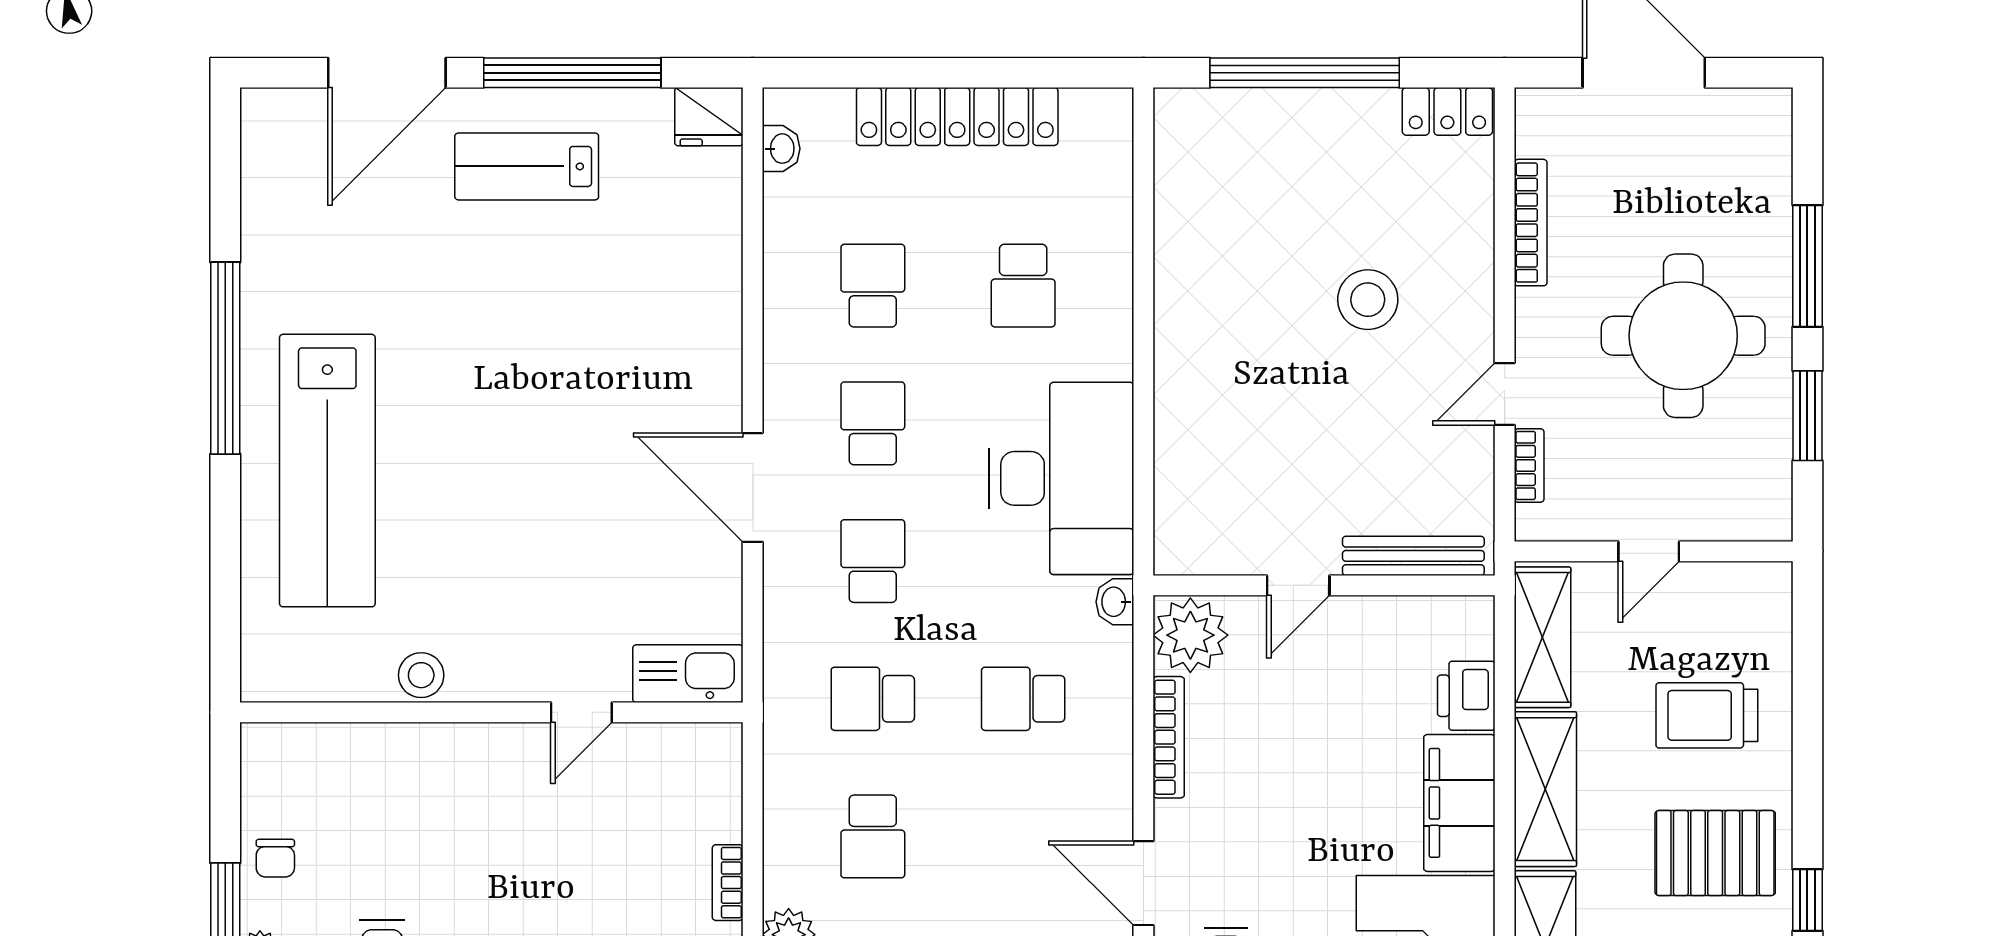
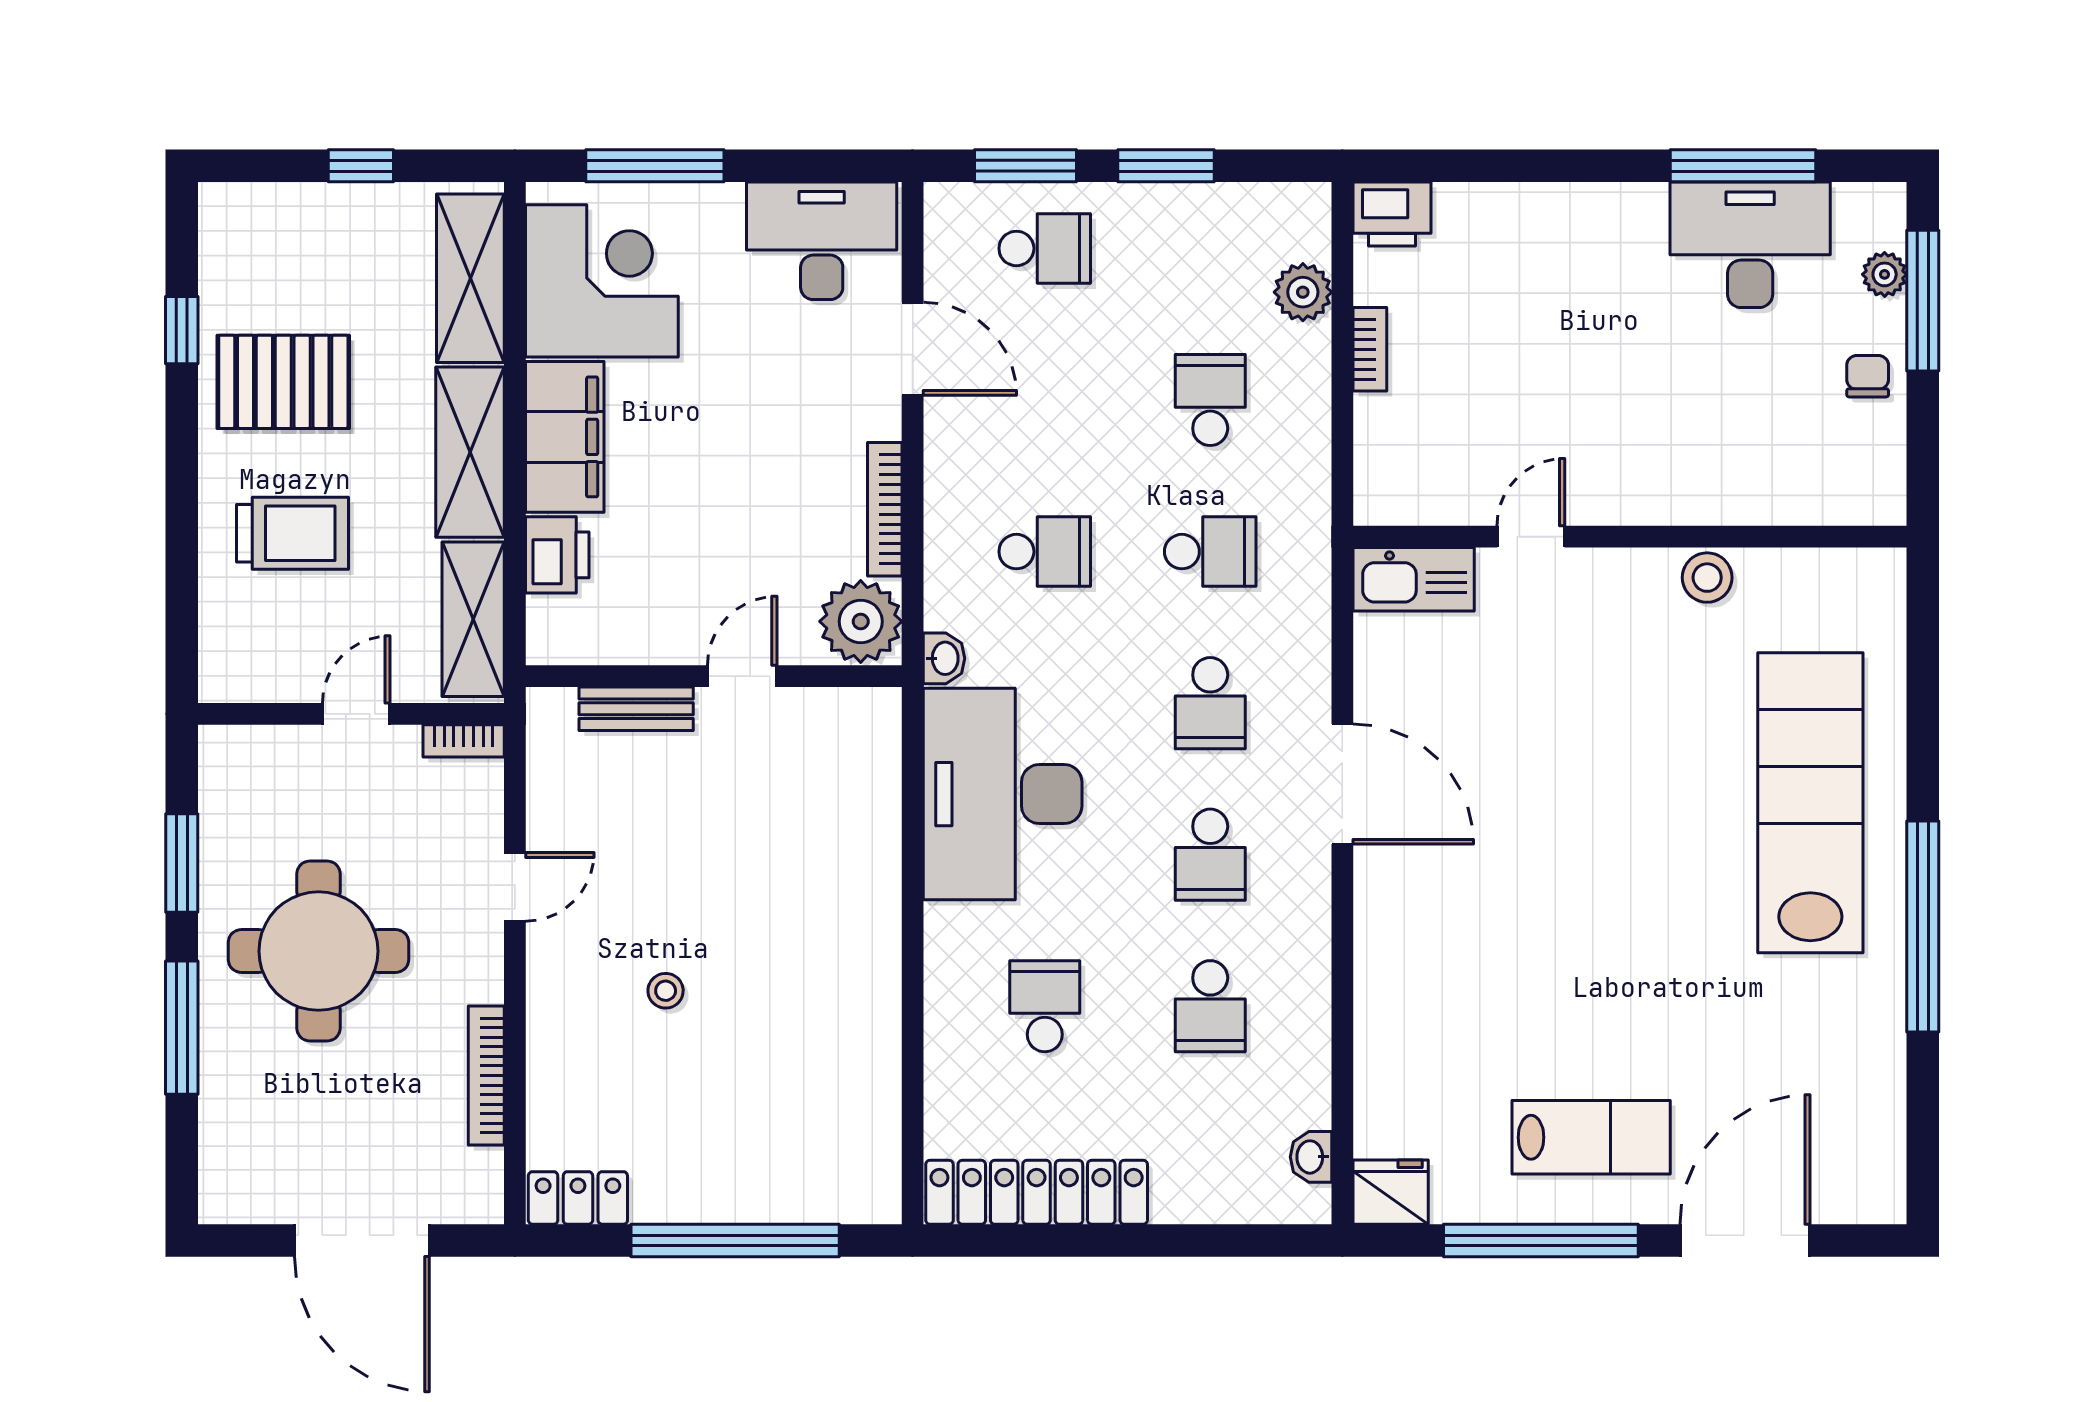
locker: (957, 116) -> (1037, 1192), moved
stool: (1368, 300) -> (666, 991), width x0.53, depth x0.53
bookcase: (1529, 465) -> (464, 741), moved, turned -90
bench: (1413, 556) -> (636, 709), width x0.73

